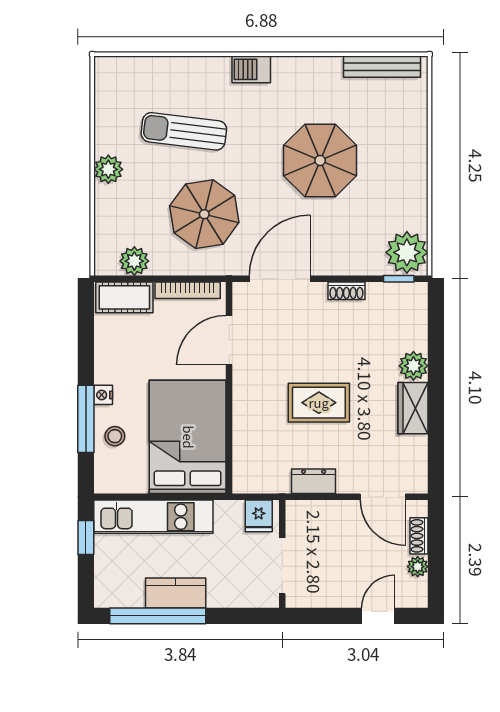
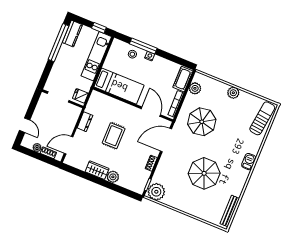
sun lounger: (184, 131) -> (262, 118), moved
door: (280, 279) -> (166, 140), swing flipped
bed: (188, 437) -> (119, 86), width x0.67
kitchen counter: (176, 593) -> (72, 34), moved

